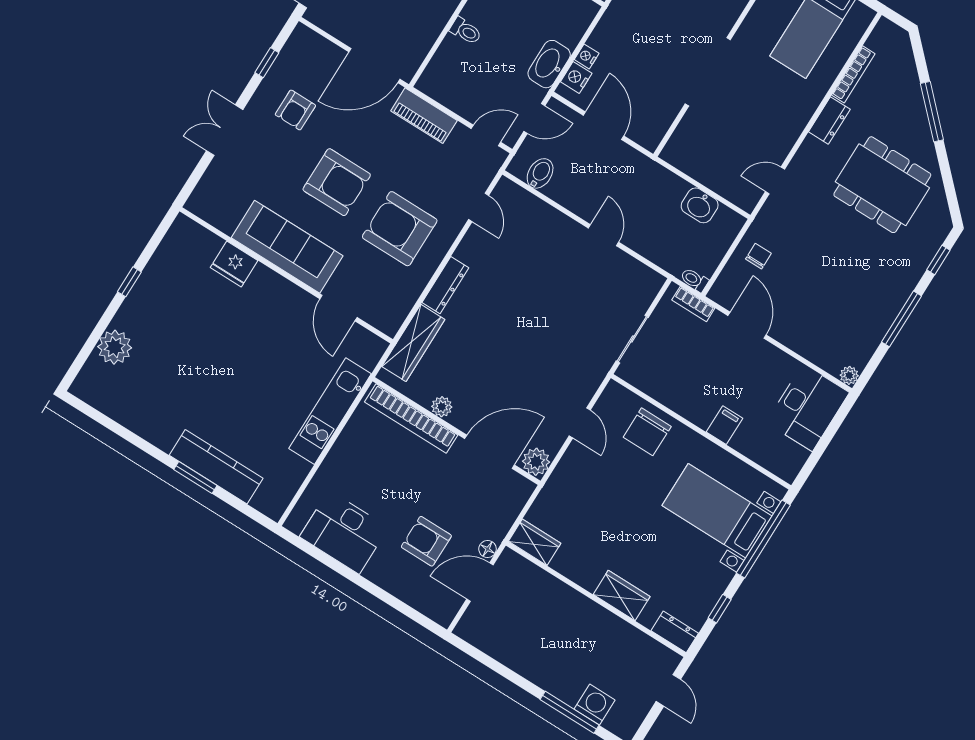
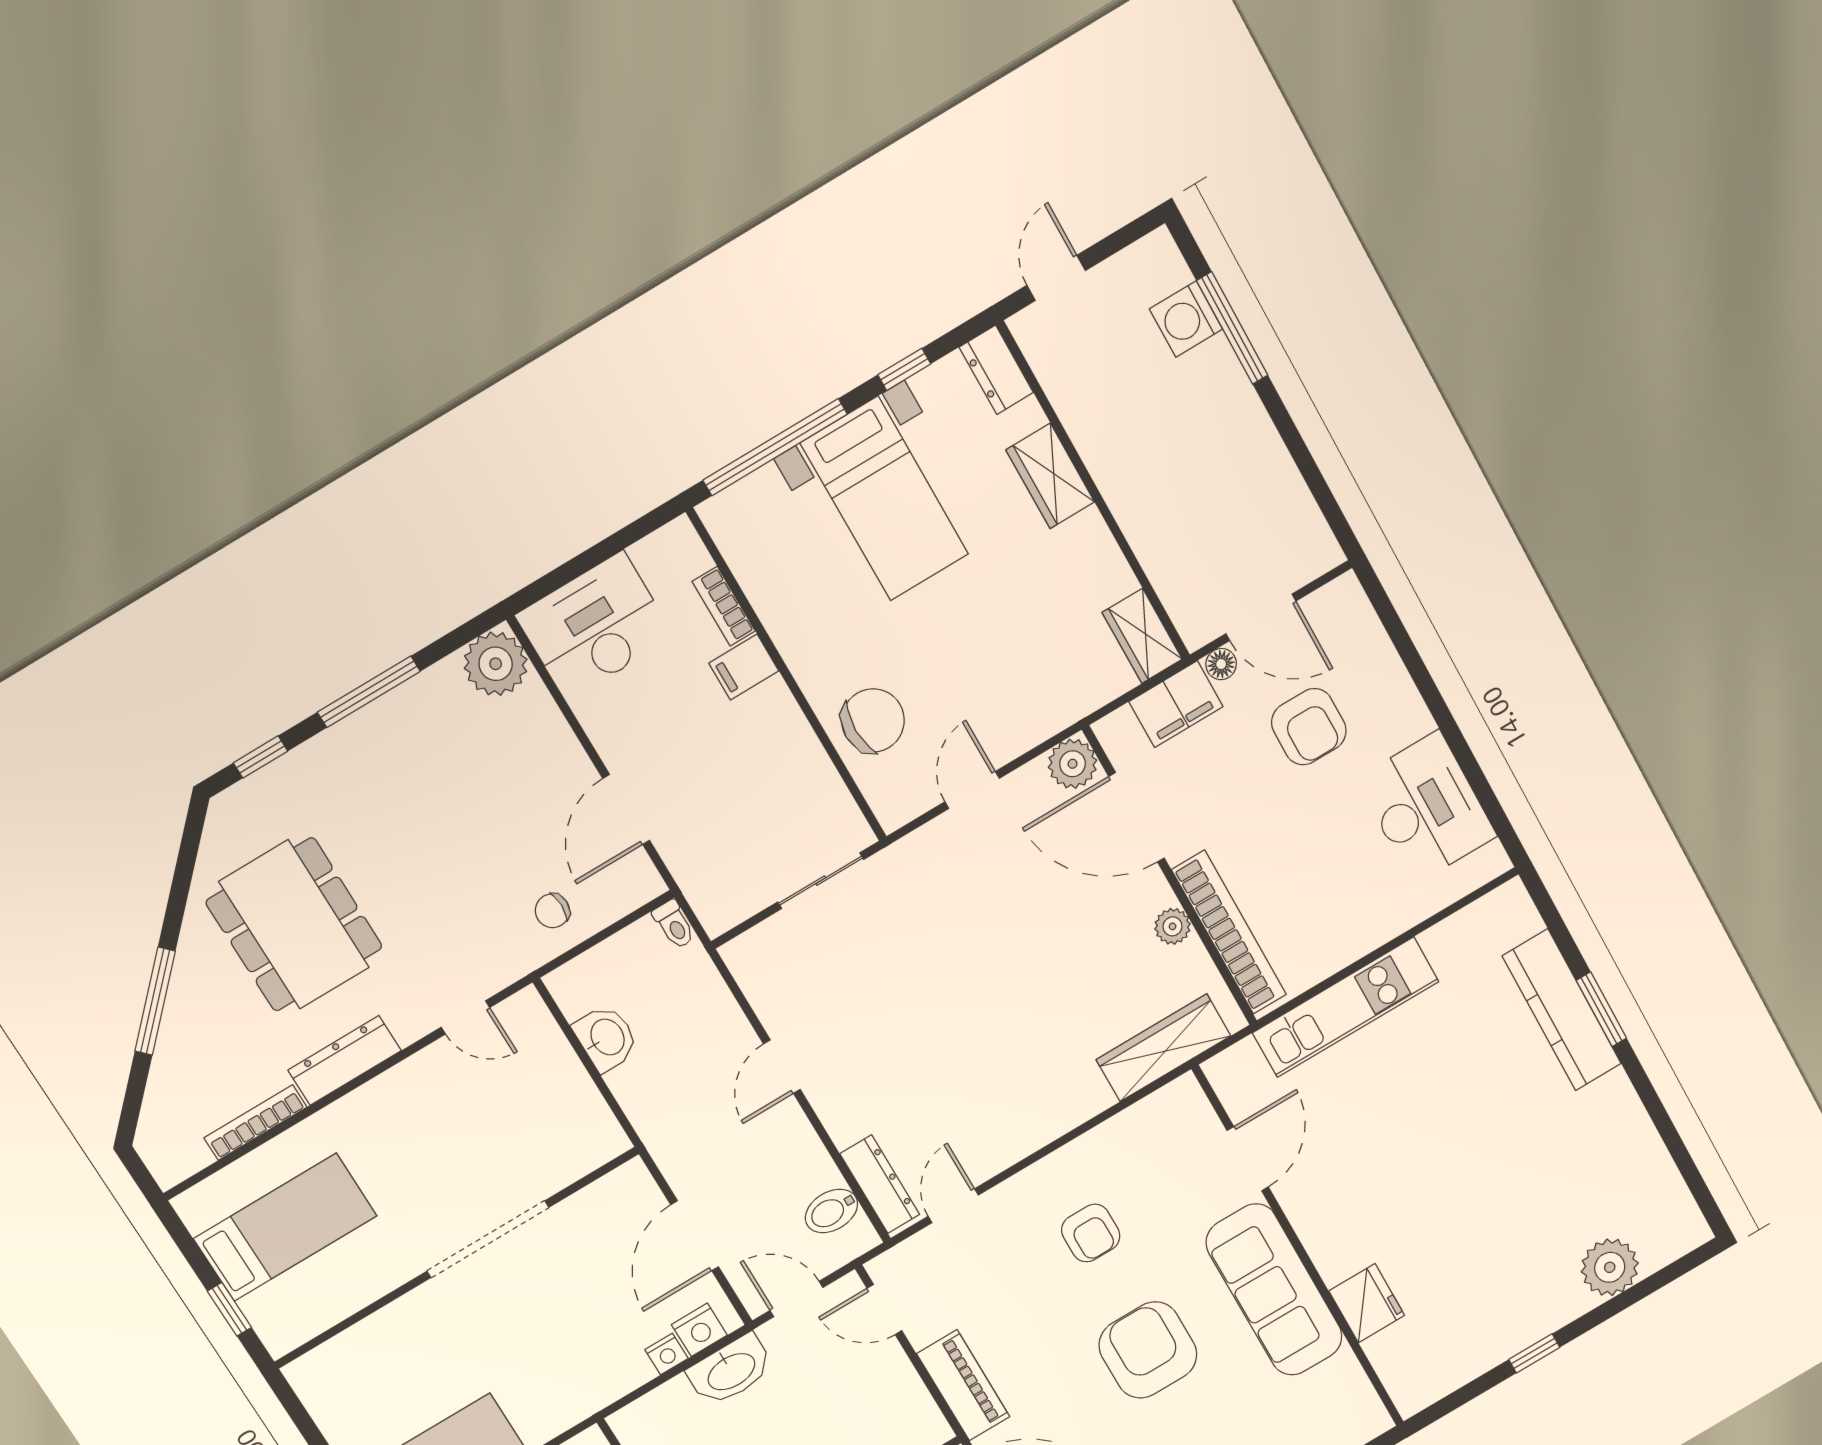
dresser: (829, 121) -> (344, 1060), width x1.44
armchair: (400, 229) -> (1091, 1233), width x0.53, depth x0.53
dresser: (445, 285) -> (880, 1184), moved, turned 90
bookcase: (693, 304) -> (724, 606), moved, turned 180
plant: (849, 375) -> (496, 664), width x1.88, depth x1.88
bed with nightstands: (717, 511) -> (884, 499), moved
filing cabinet: (500, 518) -> (1176, 704), added

